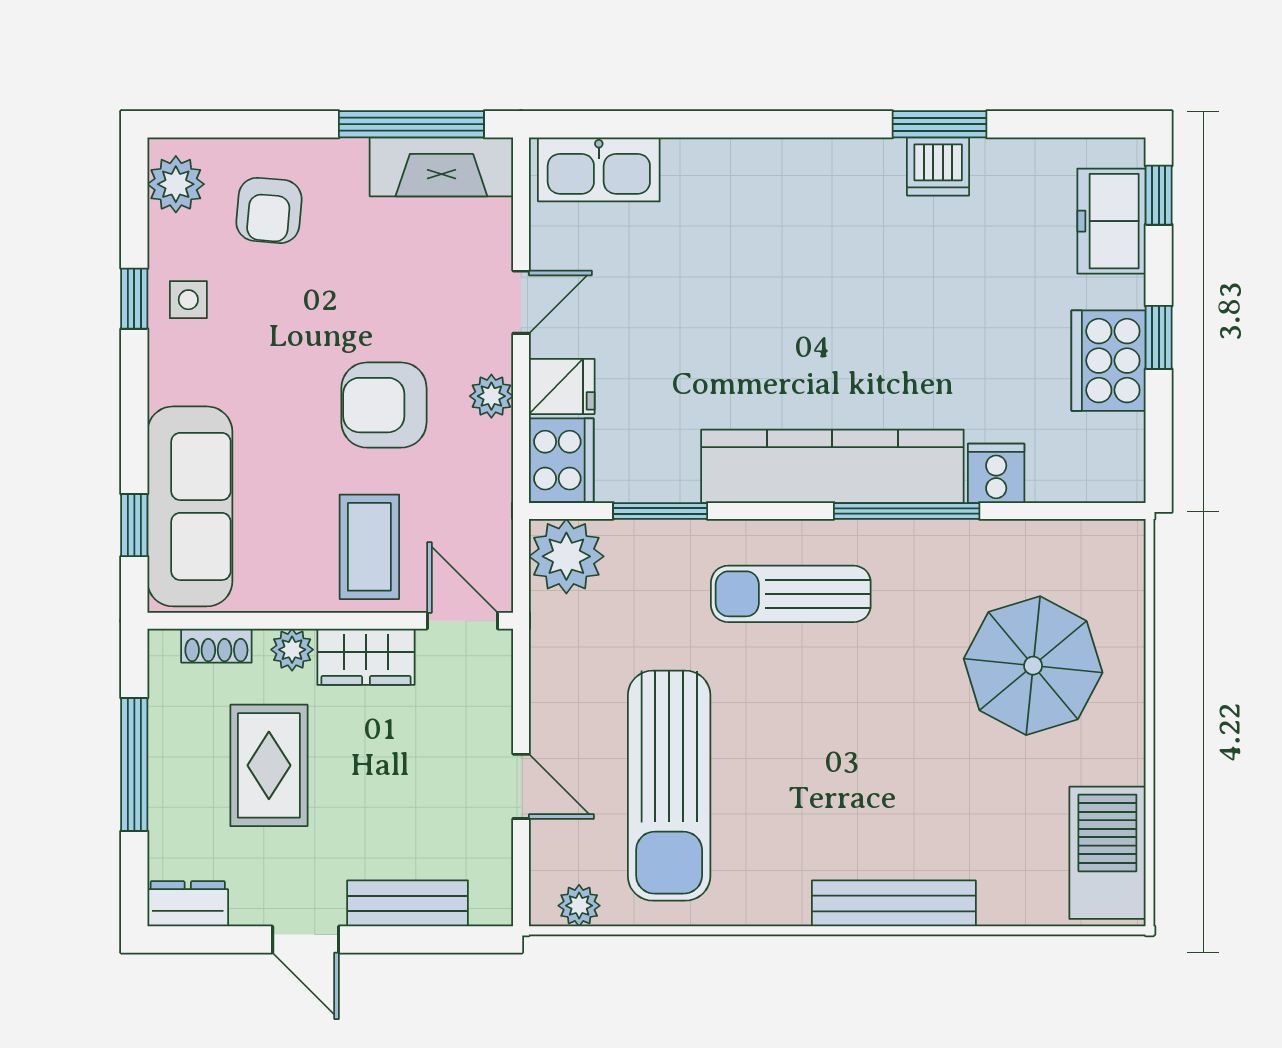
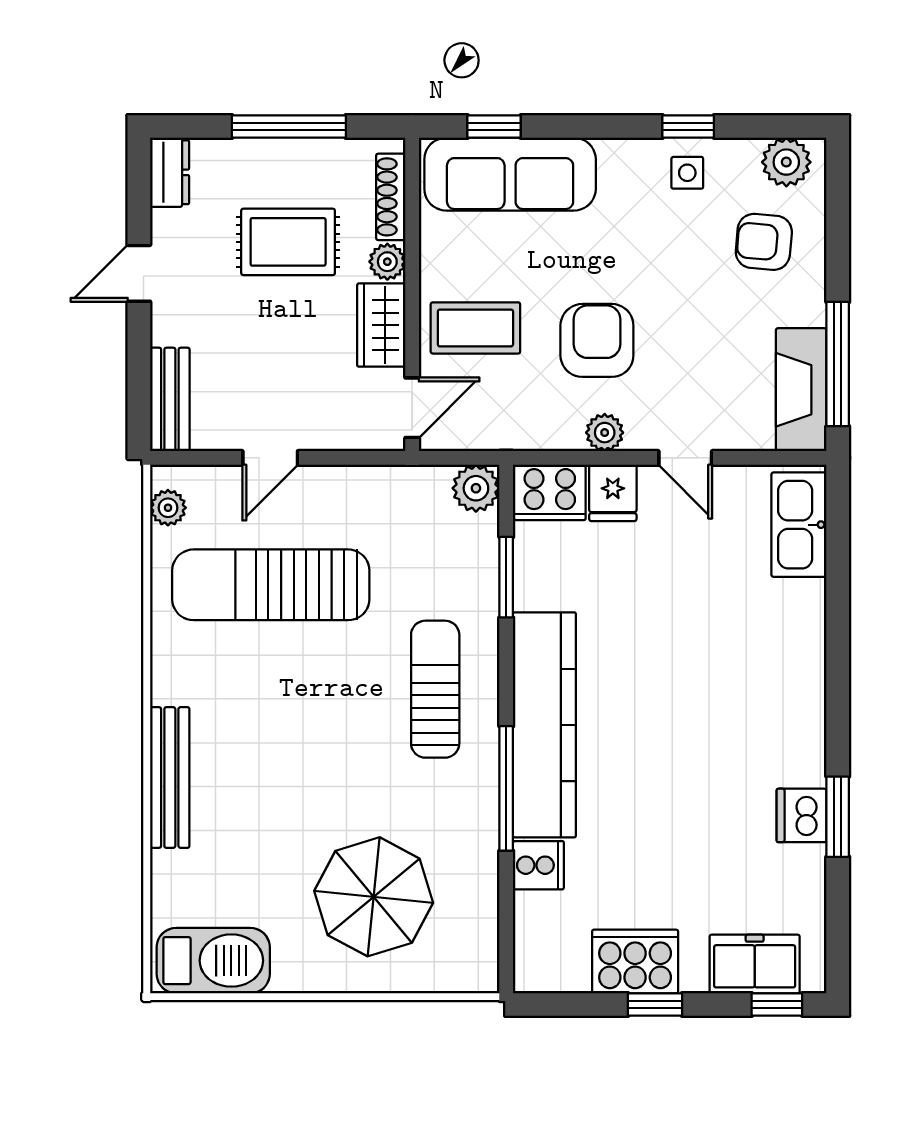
plant: (566, 556) -> (476, 488), width x0.73, depth x0.73
shoe rack: (216, 646) -> (391, 197), width x1.43
bench: (408, 903) -> (170, 399), moved

